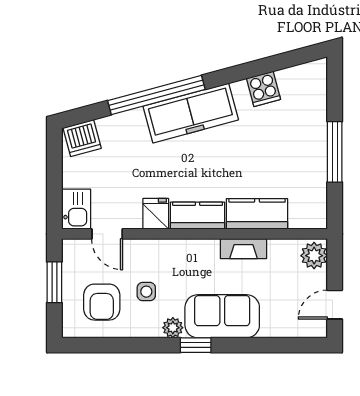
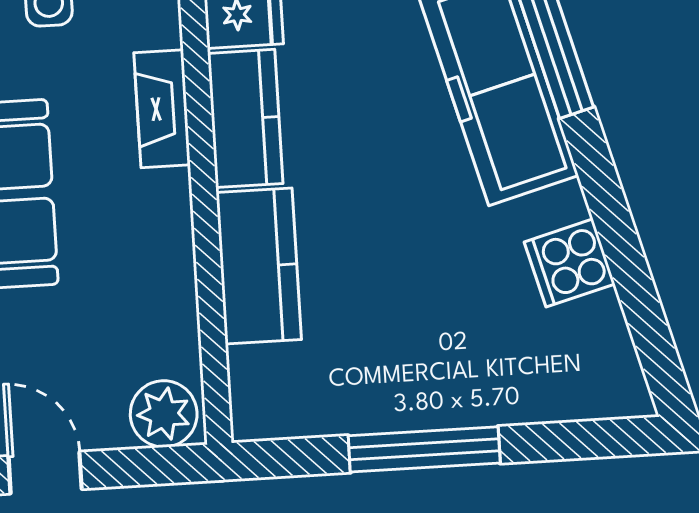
fireplace: (243, 249) -> (162, 109), moved

